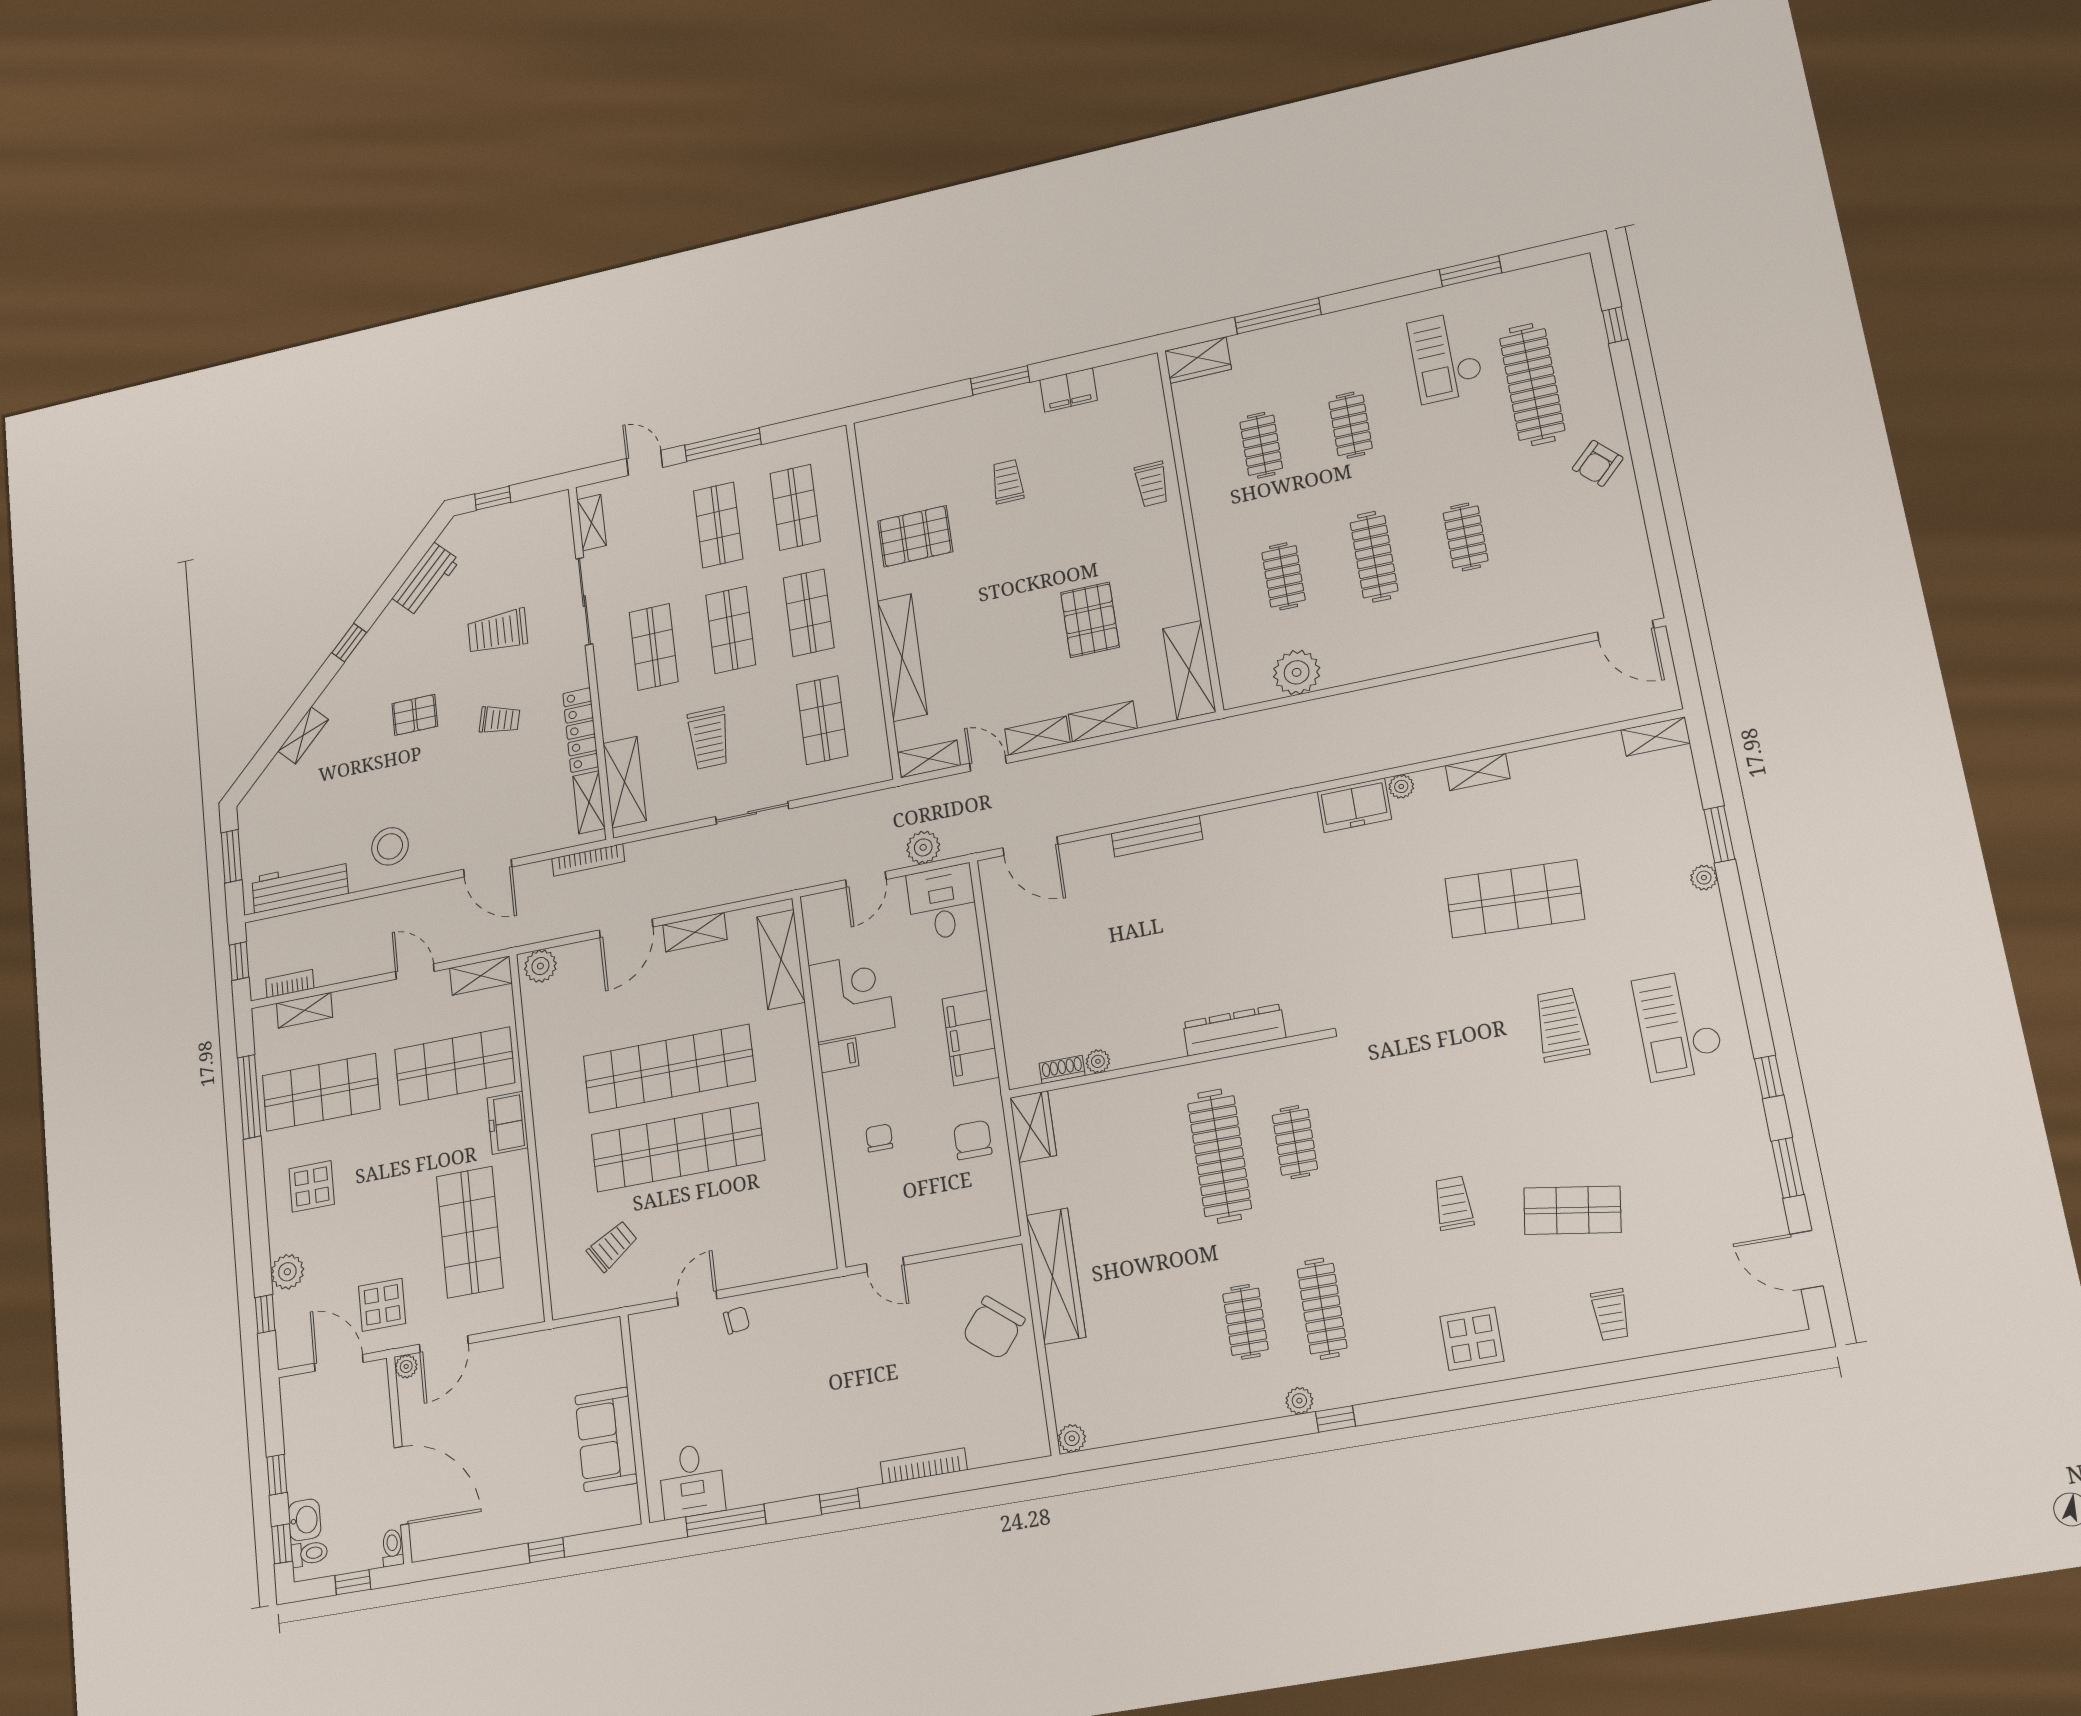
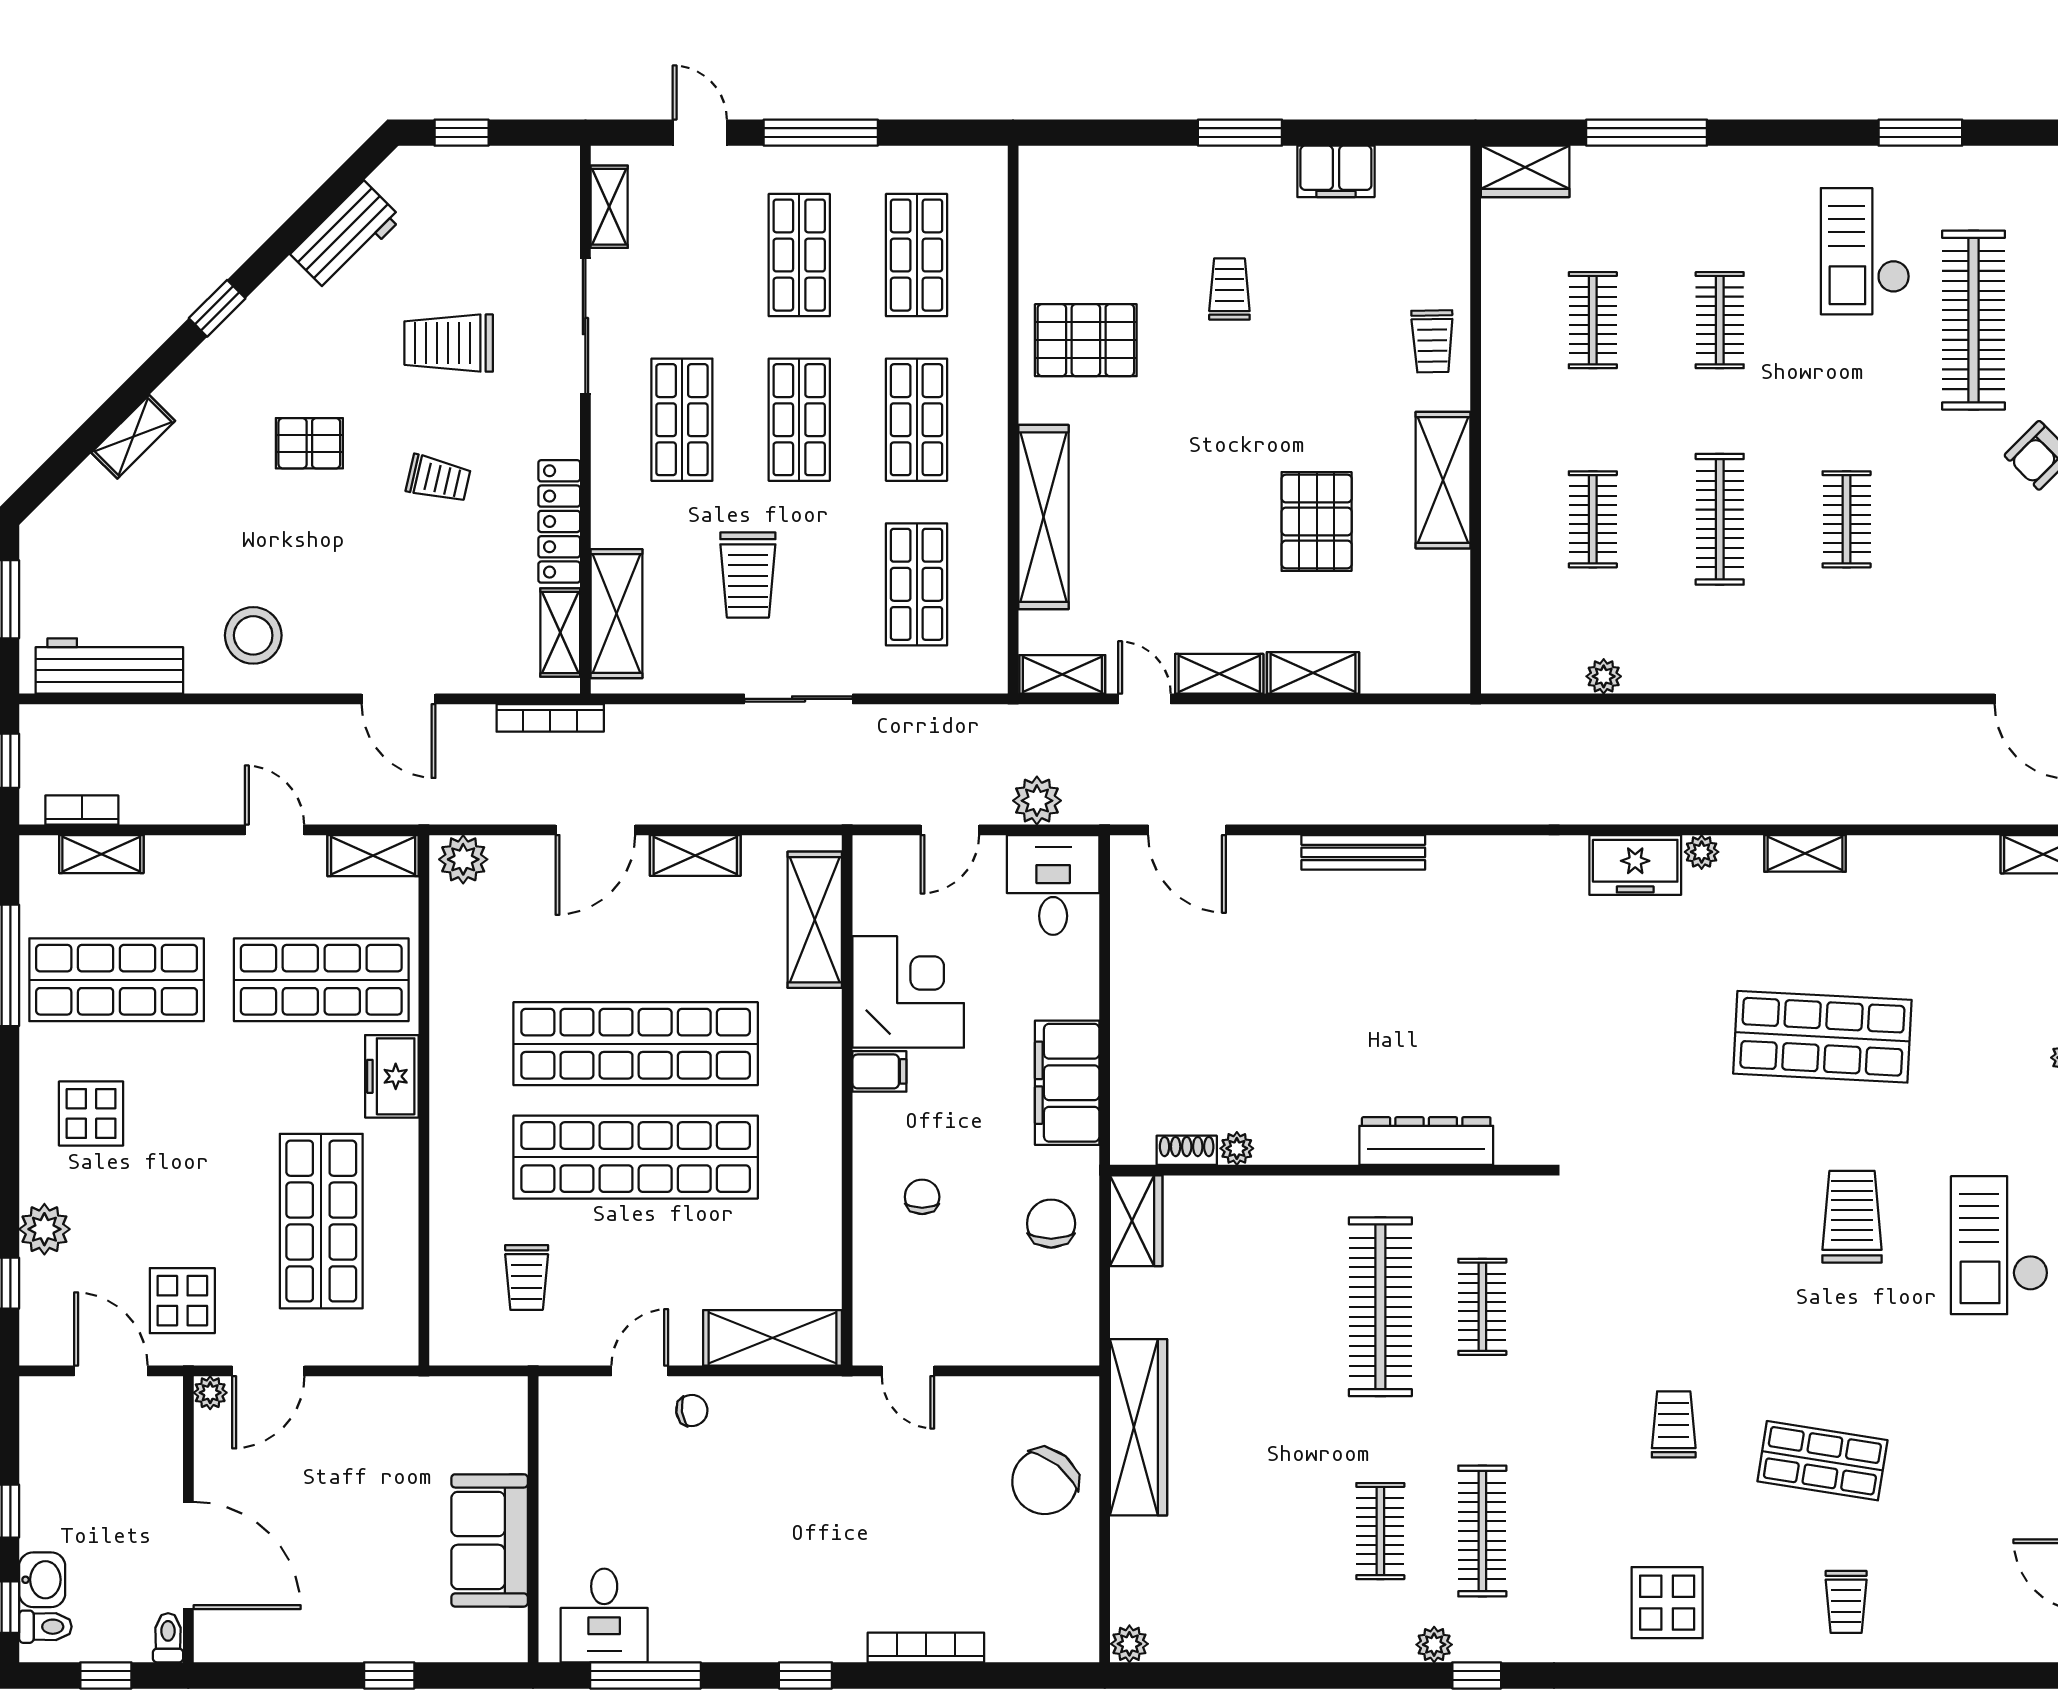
shelving: (1189, 670) -> (1443, 480), moved
plant: (1297, 672) -> (1604, 676), width x0.53, depth x0.53
trolley: (612, 1246) -> (527, 1277), turned 123
shelving: (787, 1258) -> (773, 1338), added

